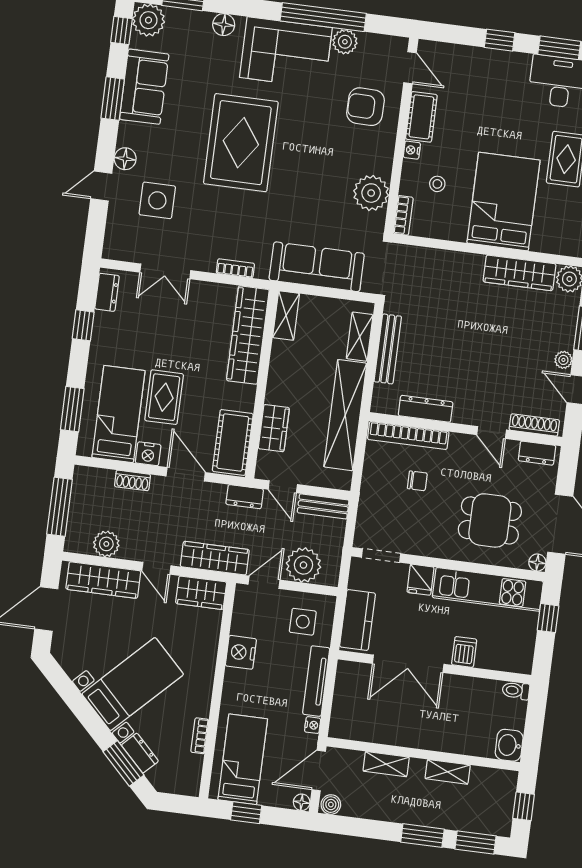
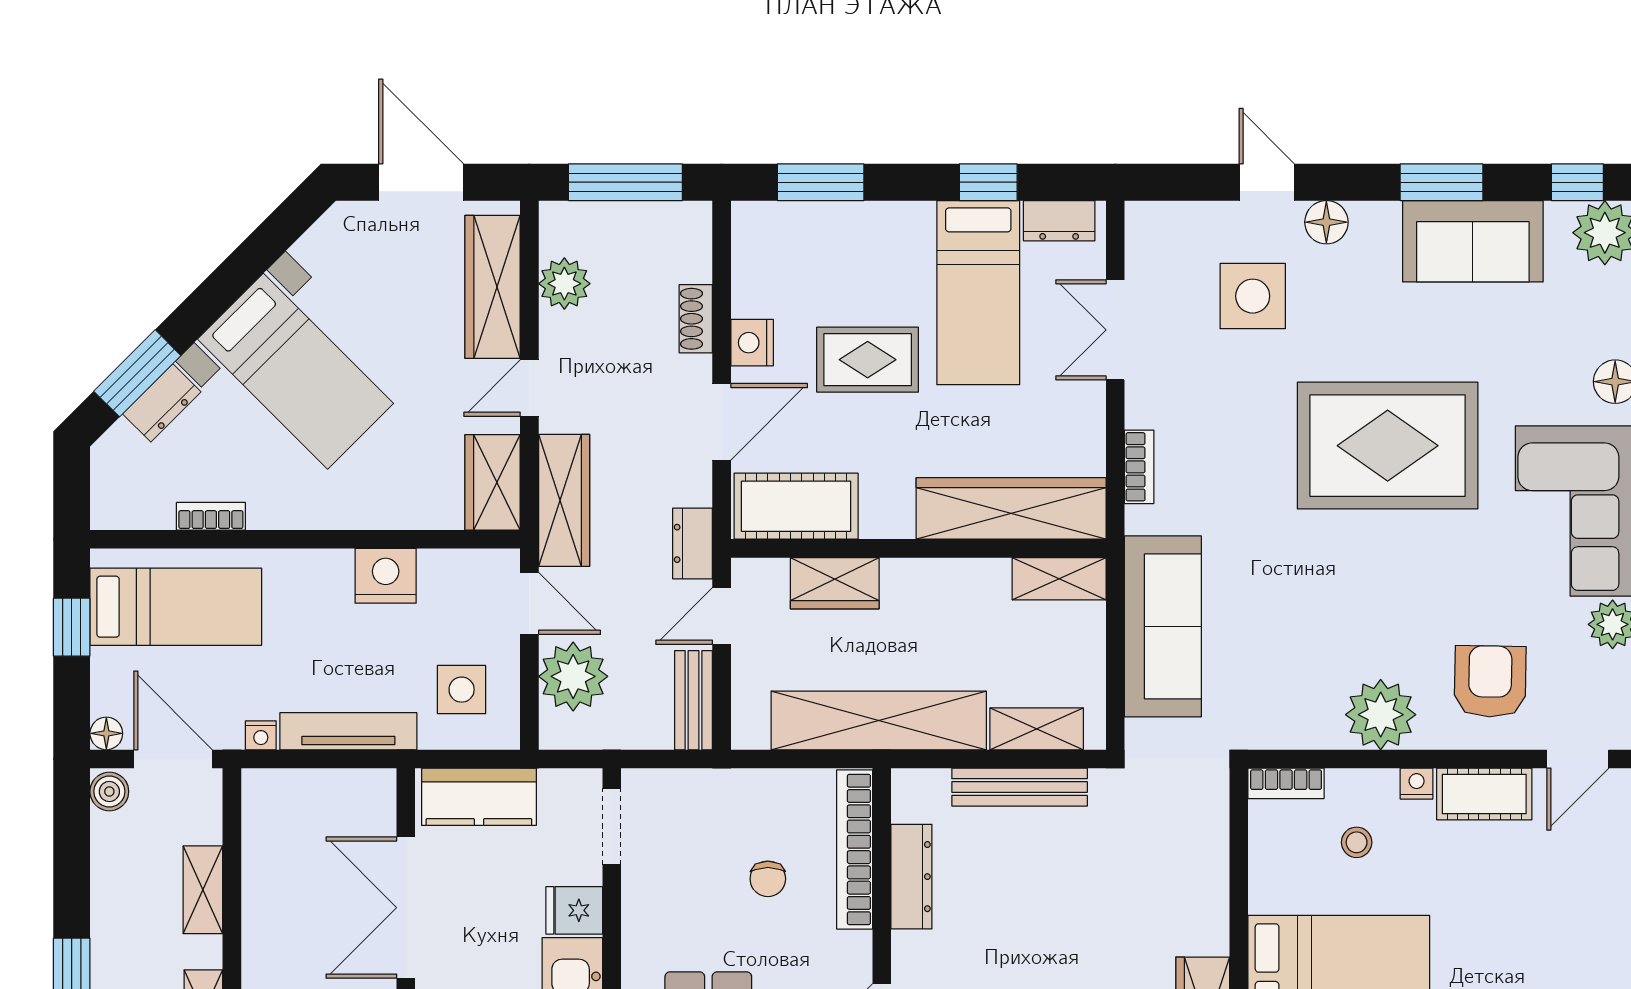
plant: (371, 193) -> (1381, 715), moved
bed: (119, 414) -> (978, 293), moved, turned 90

